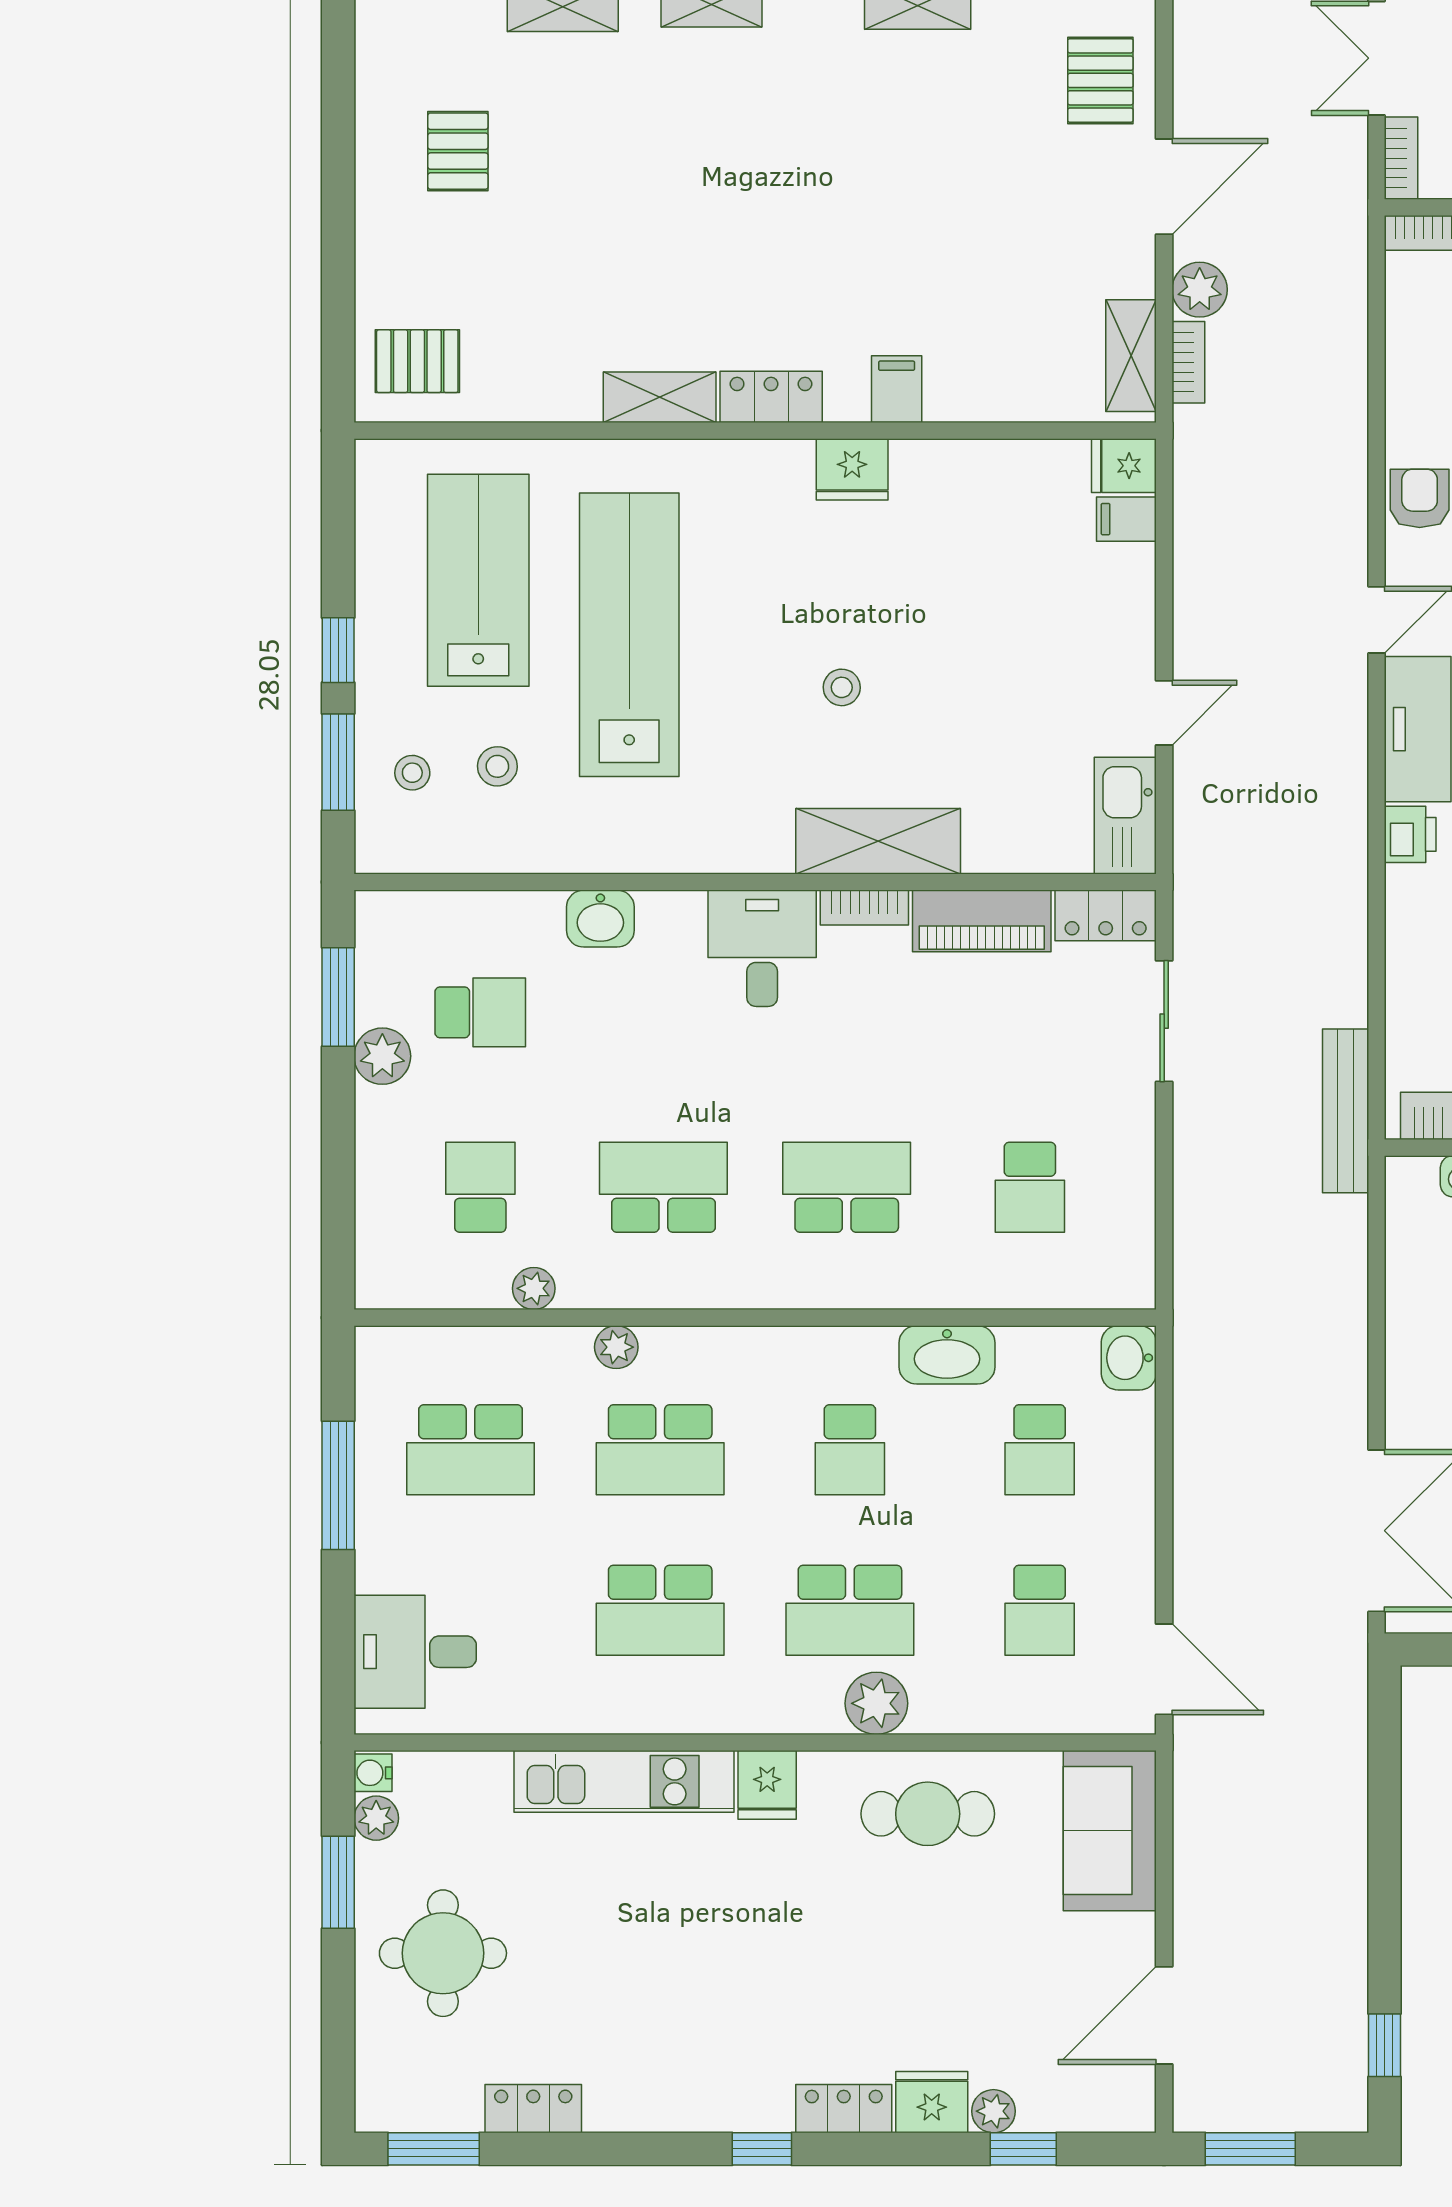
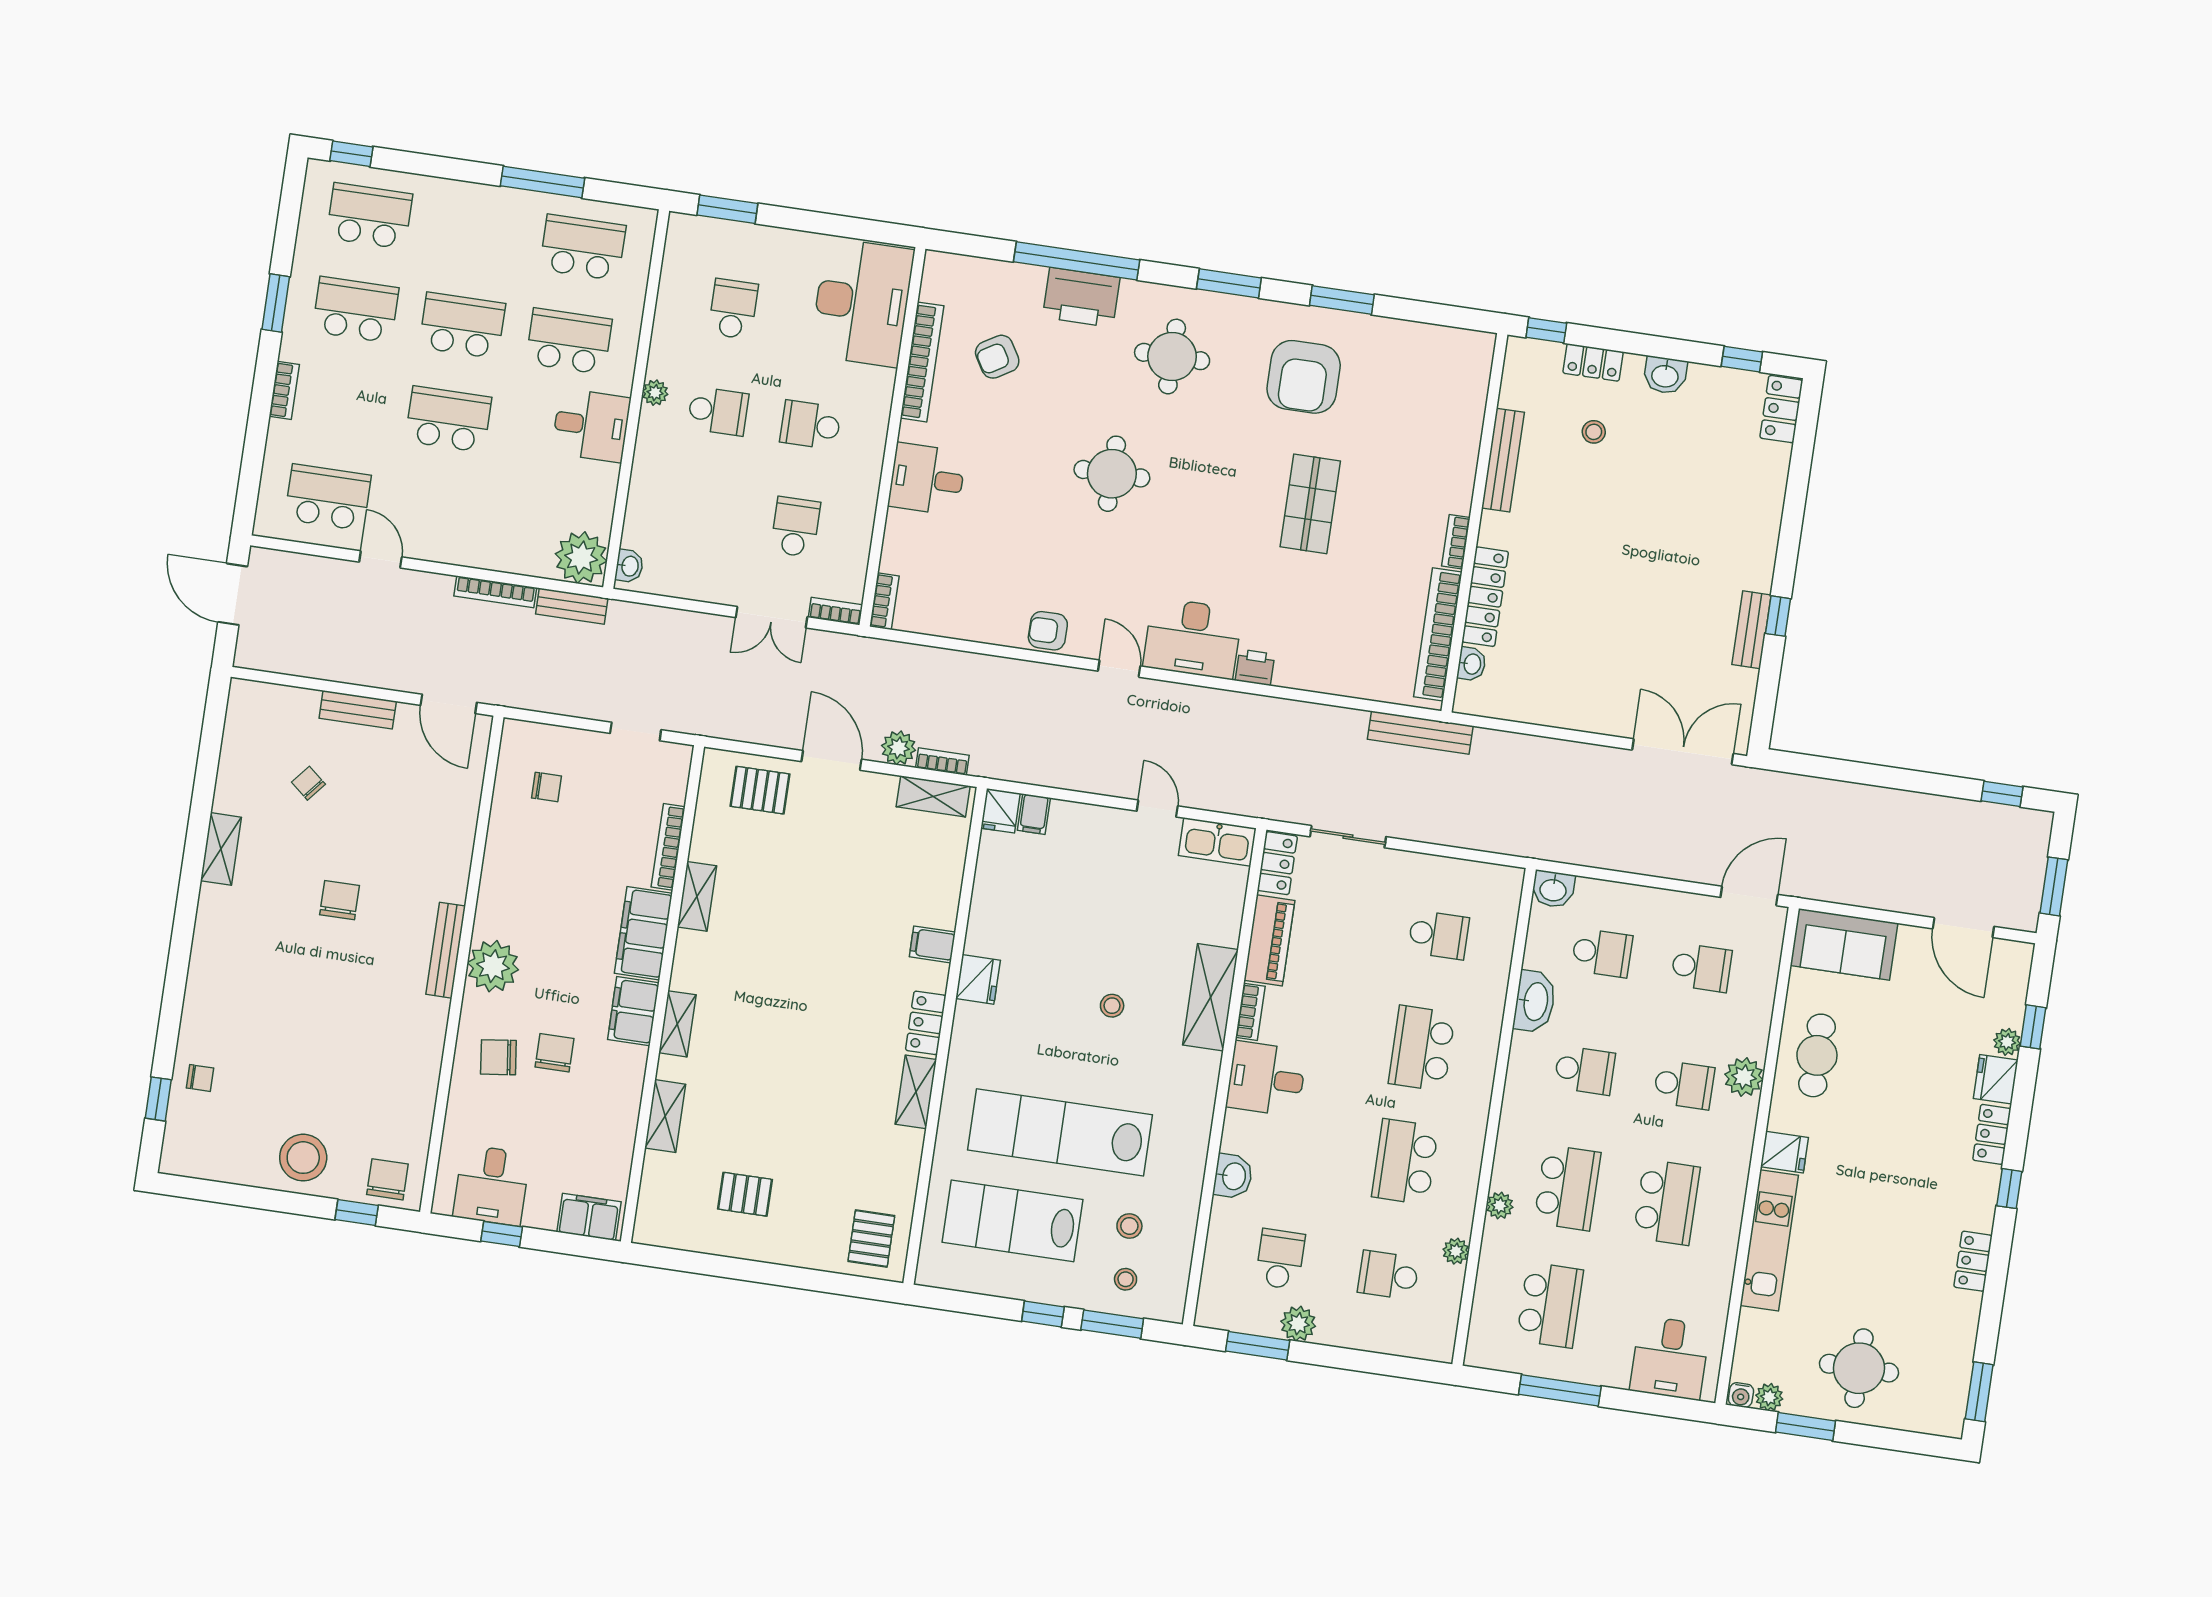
school desk: (850, 1610) -> (1684, 1085), width x0.54
locker: (533, 2109) -> (1973, 1261), moved

